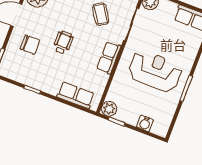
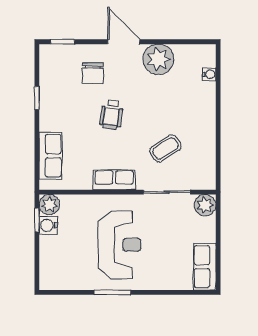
wheelchair: (63, 42) -> (111, 114), turned 98
water cooler: (145, 123) -> (48, 225), moved

